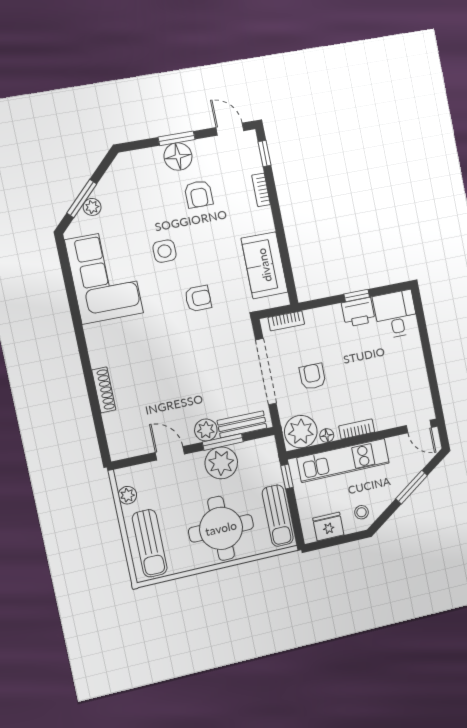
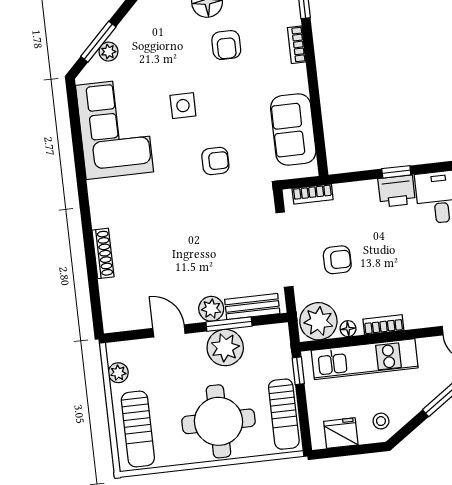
armchair: (313, 376) -> (337, 260), turned 90

